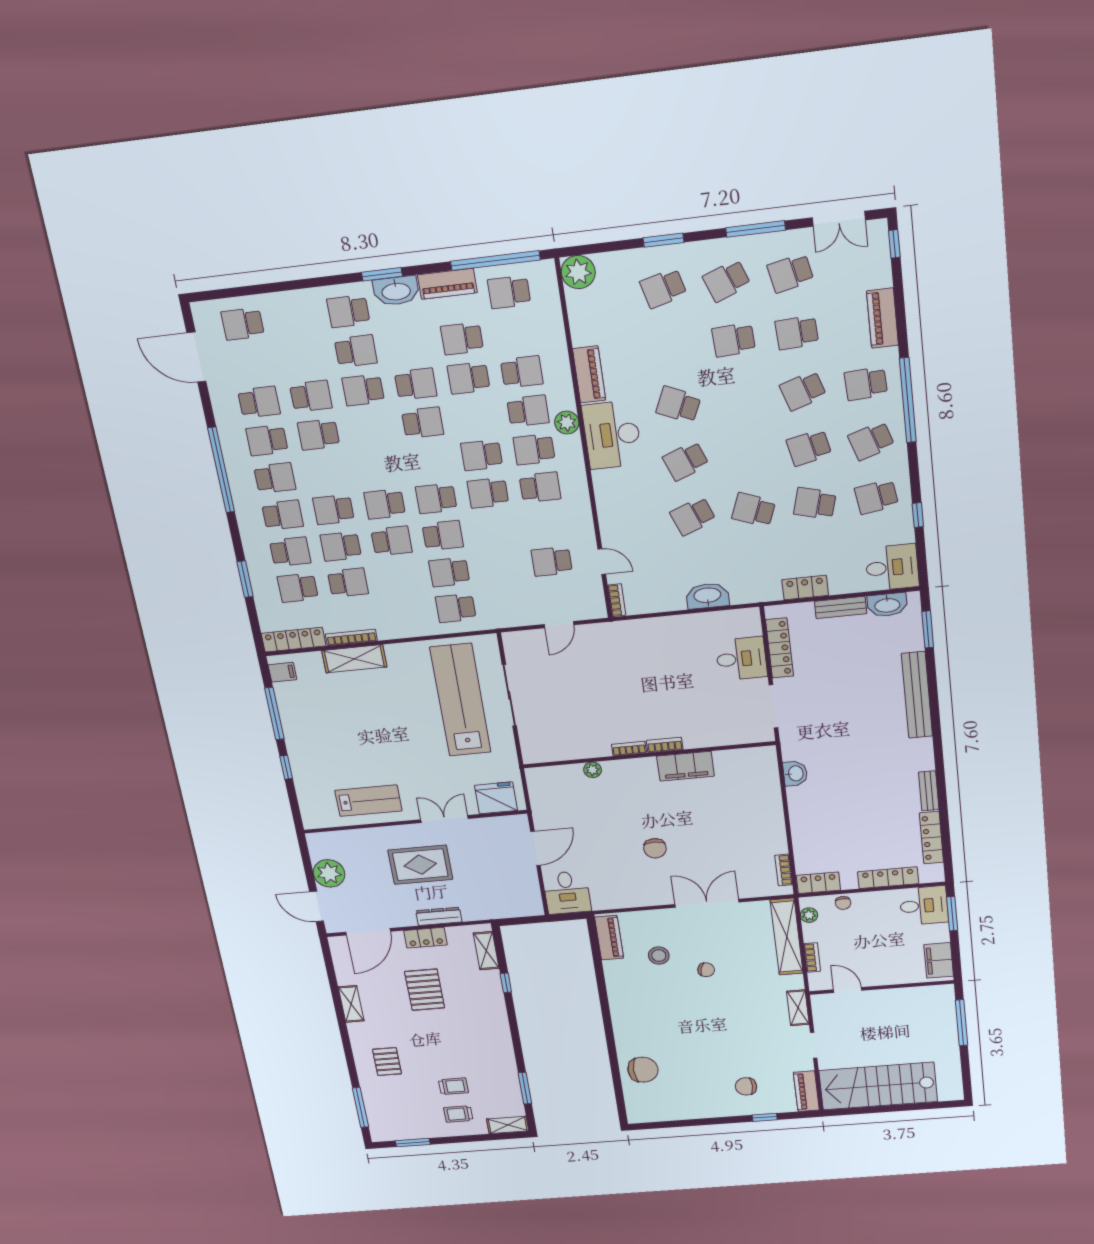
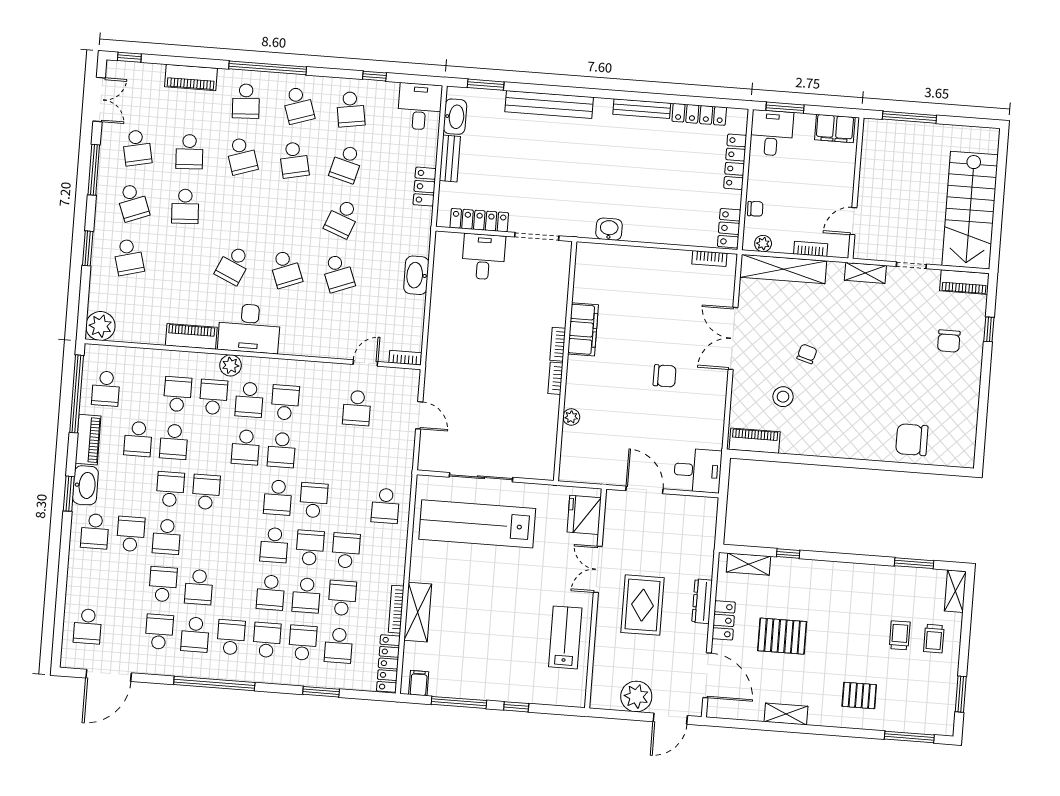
school desk: (449, 572) -> (346, 550), moved, turned 180
bench: (929, 791) -> (642, 109), width x1.36
chair: (643, 1070) -> (912, 440), turned -90

